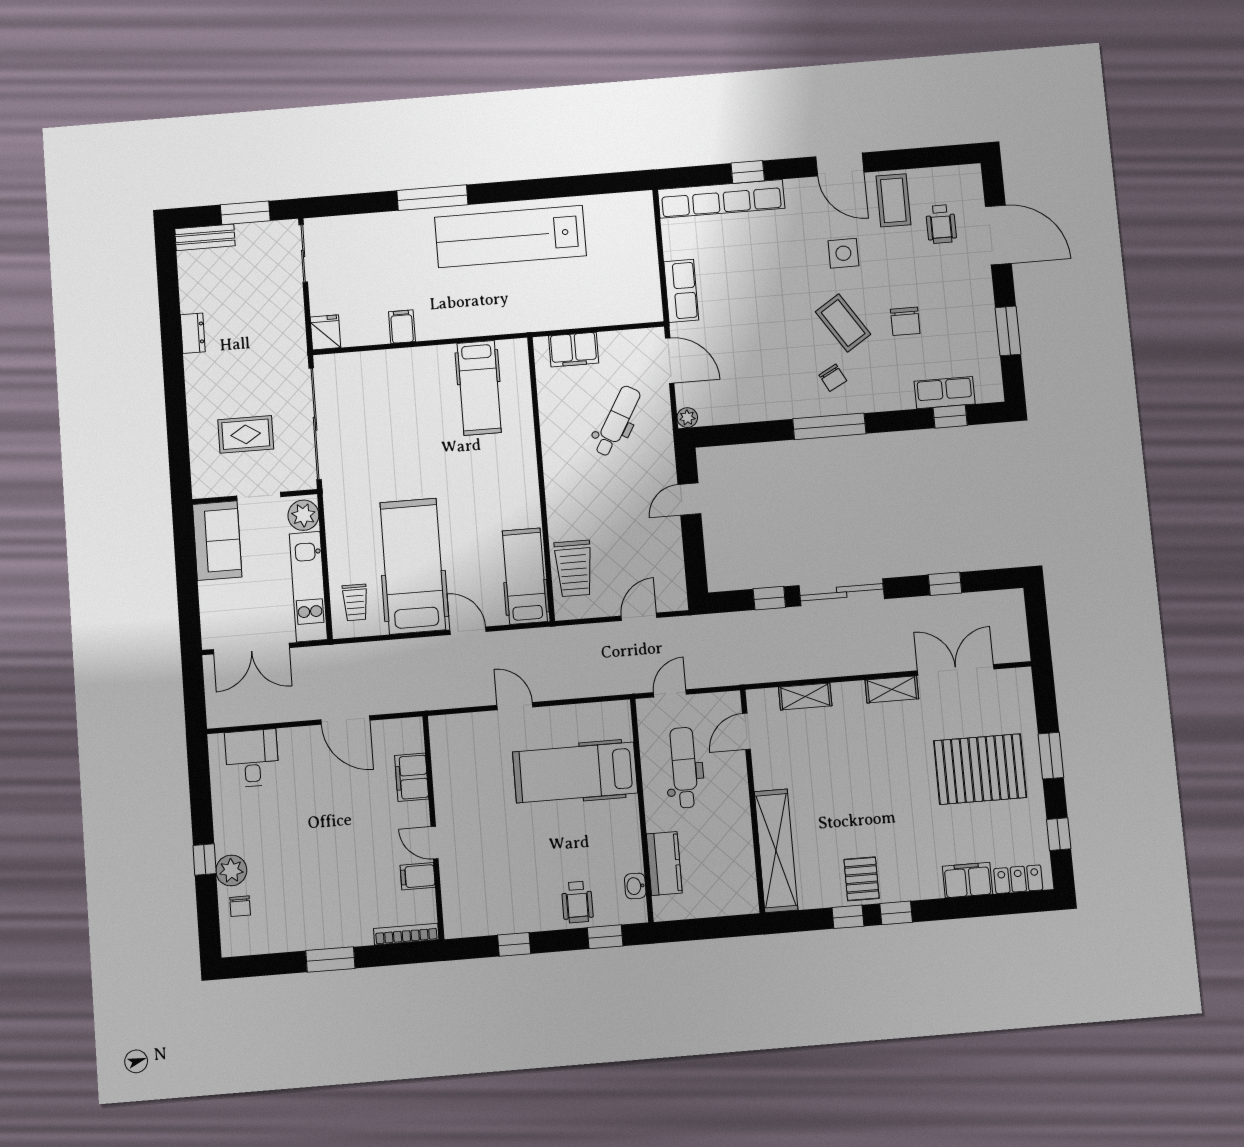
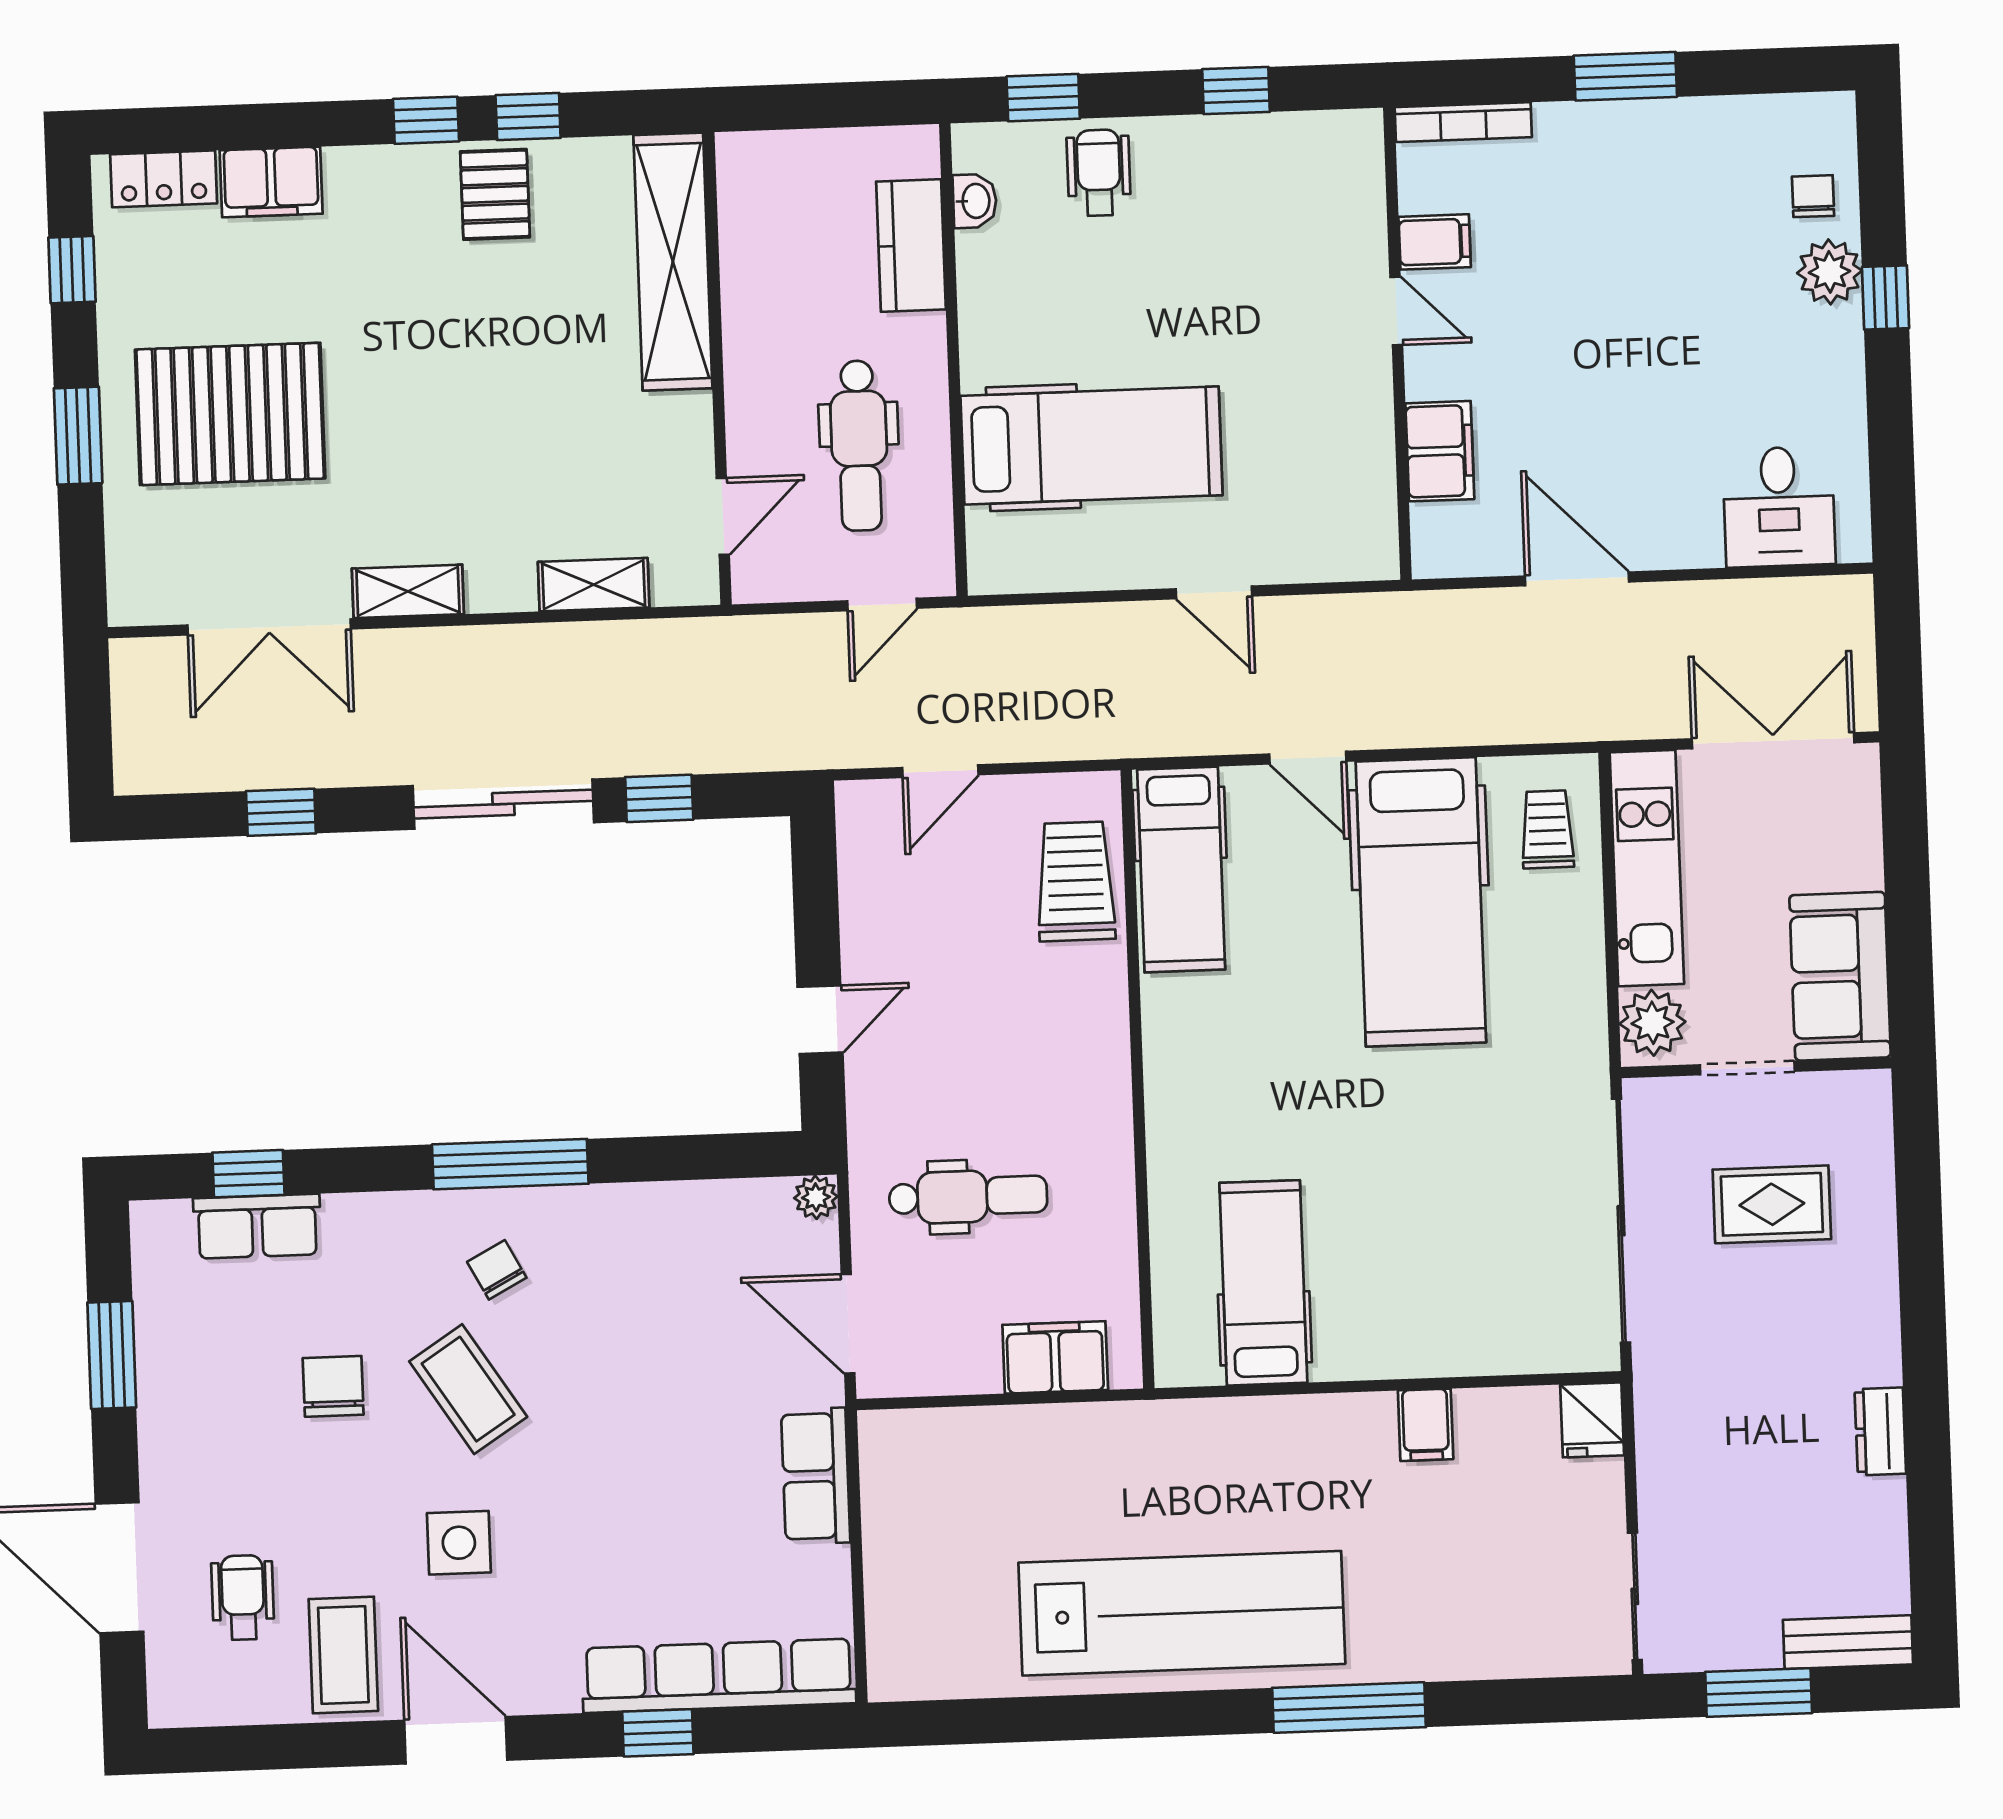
dental chair: (617, 421) -> (968, 1197), turned -120

